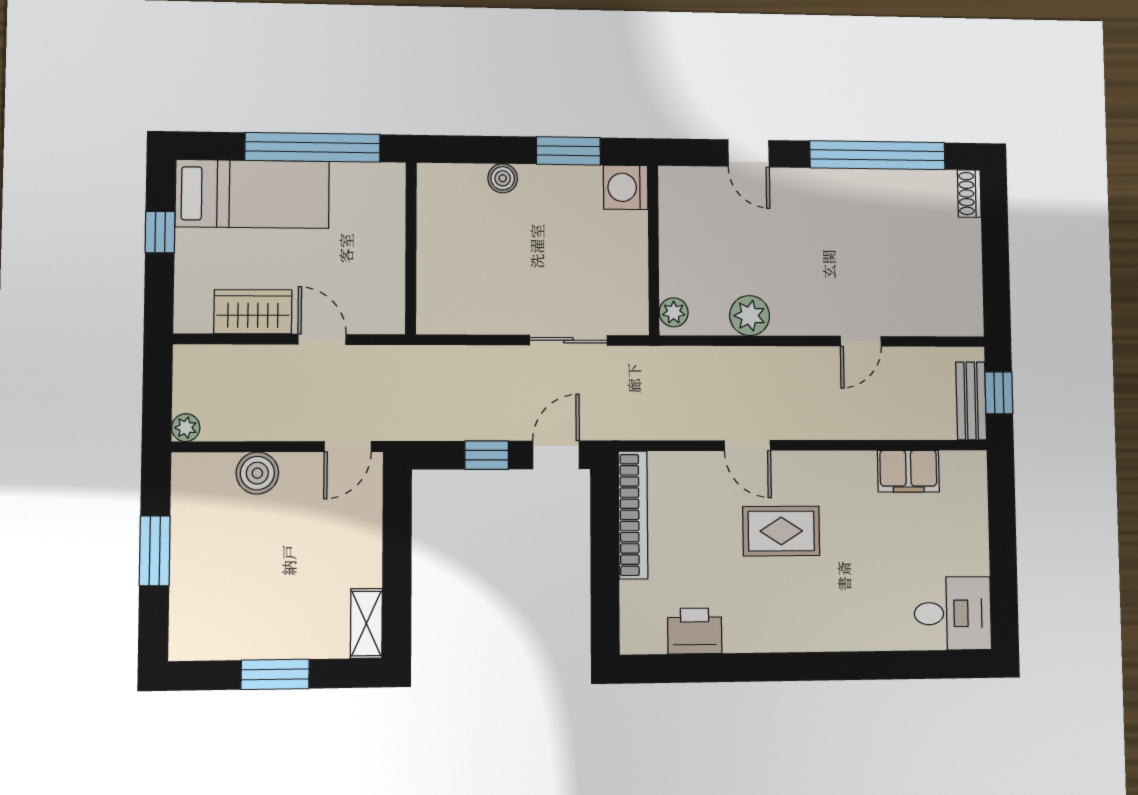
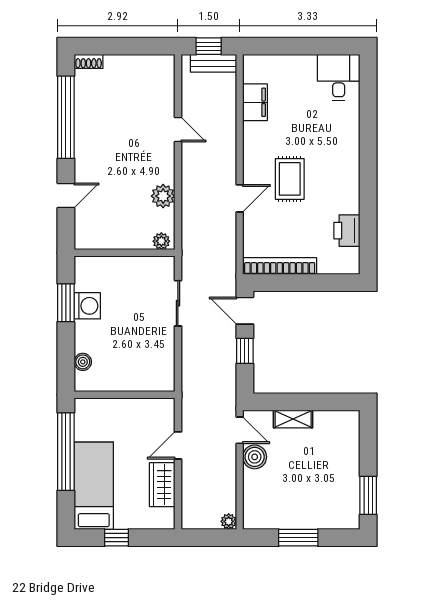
boiler: (503, 178) -> (83, 362), moved
washing machine: (626, 187) -> (87, 306), moved, turned -90
boiler: (257, 473) -> (255, 457), moved
shelving: (366, 623) -> (293, 419), moved
window: (275, 674) -> (368, 495), moved

